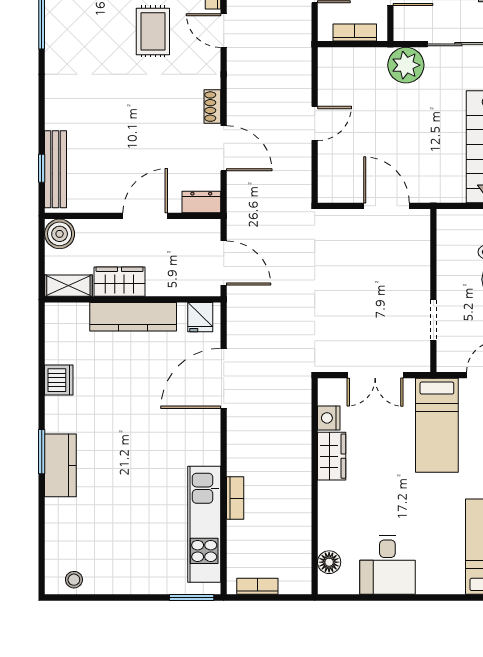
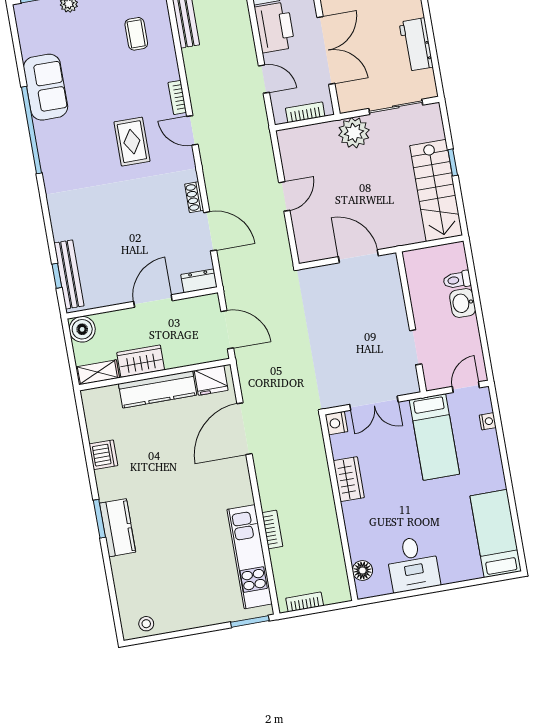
fridge: (200, 317) -> (211, 380), width x1.38
nightstand: (329, 418) -> (336, 423), moved

